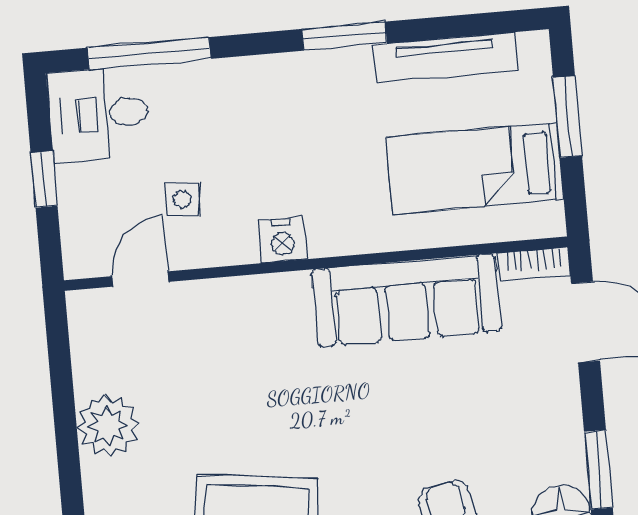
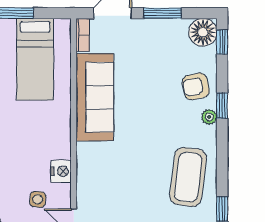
nightstand: (282, 240) -> (61, 171), moved
window: (598, 470) -> (163, 13), moved

